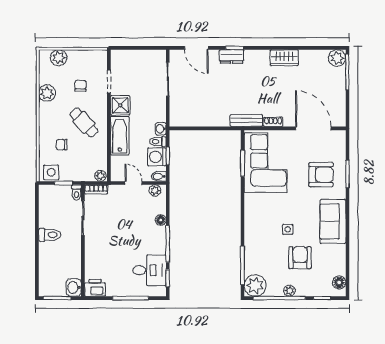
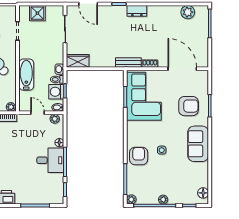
dresser: (232, 56) -> (137, 11), moved
wardrobe: (284, 58) -> (78, 61), moved, turned 180
plant: (337, 58) -> (188, 12), moved
shower: (120, 105) -> (37, 13), moved
armchair: (300, 258) -> (139, 156), moved
desk: (149, 270) -> (50, 160), moved
plant: (255, 285) -> (131, 199), width x0.53, depth x0.53

